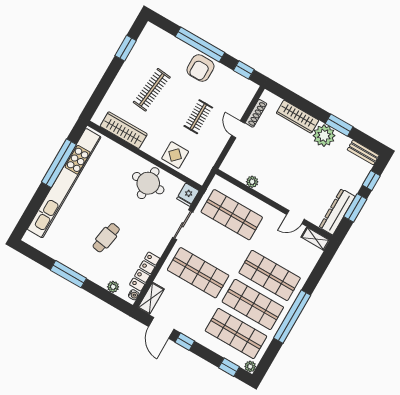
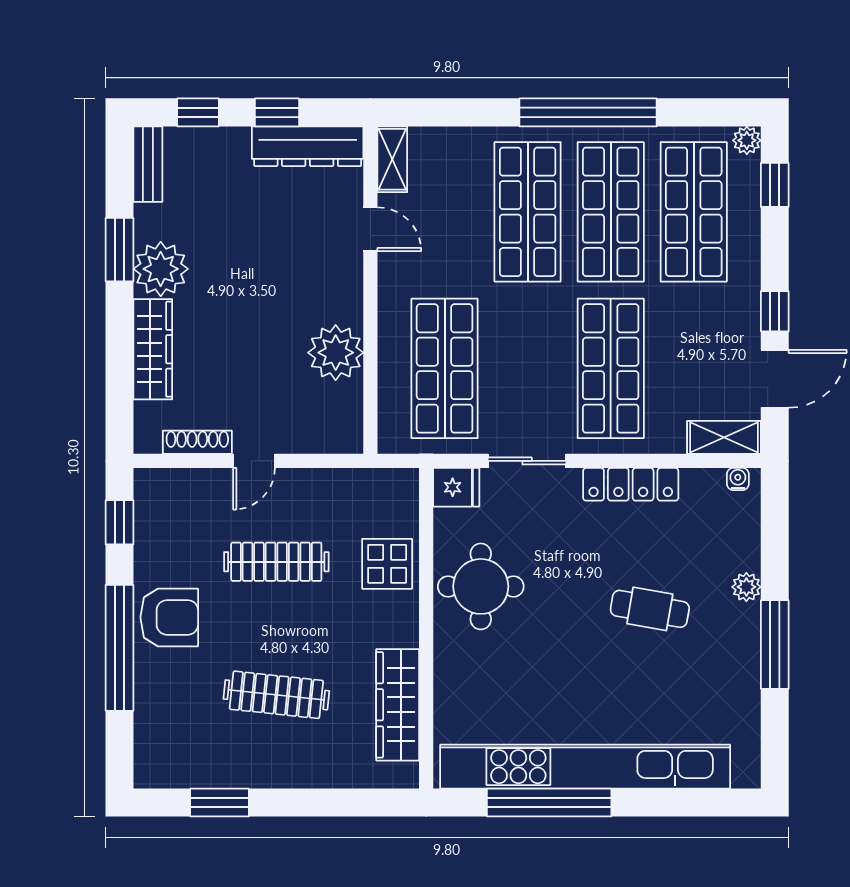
clothes rail: (198, 117) -> (276, 562), width x1.36
plant: (252, 182) -> (336, 353), width x1.88, depth x1.88
window: (355, 208) -> (277, 112), width x0.67
locker: (145, 272) -> (631, 484), moved
plant: (113, 287) -> (746, 587), moved

